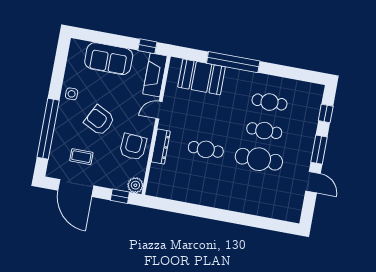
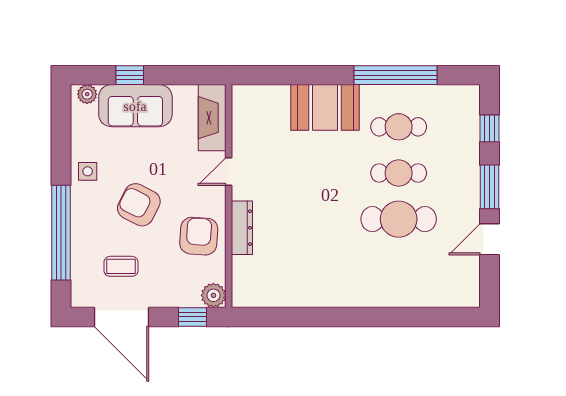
plant: (80, 46) -> (87, 94), added
window: (147, 46) -> (130, 75), moved
window: (233, 62) -> (395, 75), moved
booth: (202, 77) -> (325, 107), moved
cafe table: (206, 149) -> (313, 219), removed
door: (313, 182) -> (490, 239), swing flipped

